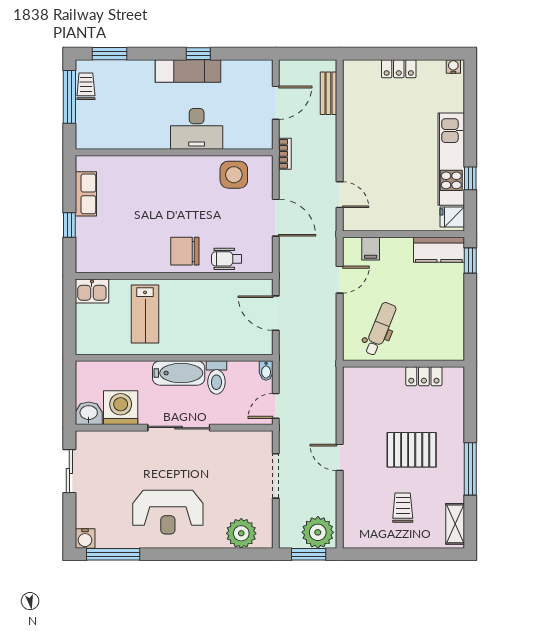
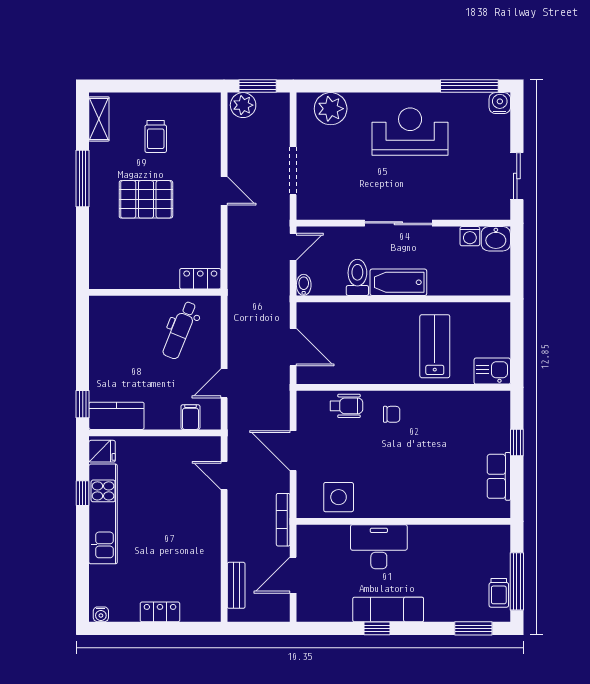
bookcase: (285, 154) -> (283, 520), width x1.56
chair: (185, 251) -> (392, 414), width x0.54, depth x0.54
locker: (424, 376) -> (200, 279), moved
washing machine: (121, 408) -> (470, 236), width x0.53, depth x0.53
plant: (318, 532) -> (243, 105), width x0.73, depth x0.73

